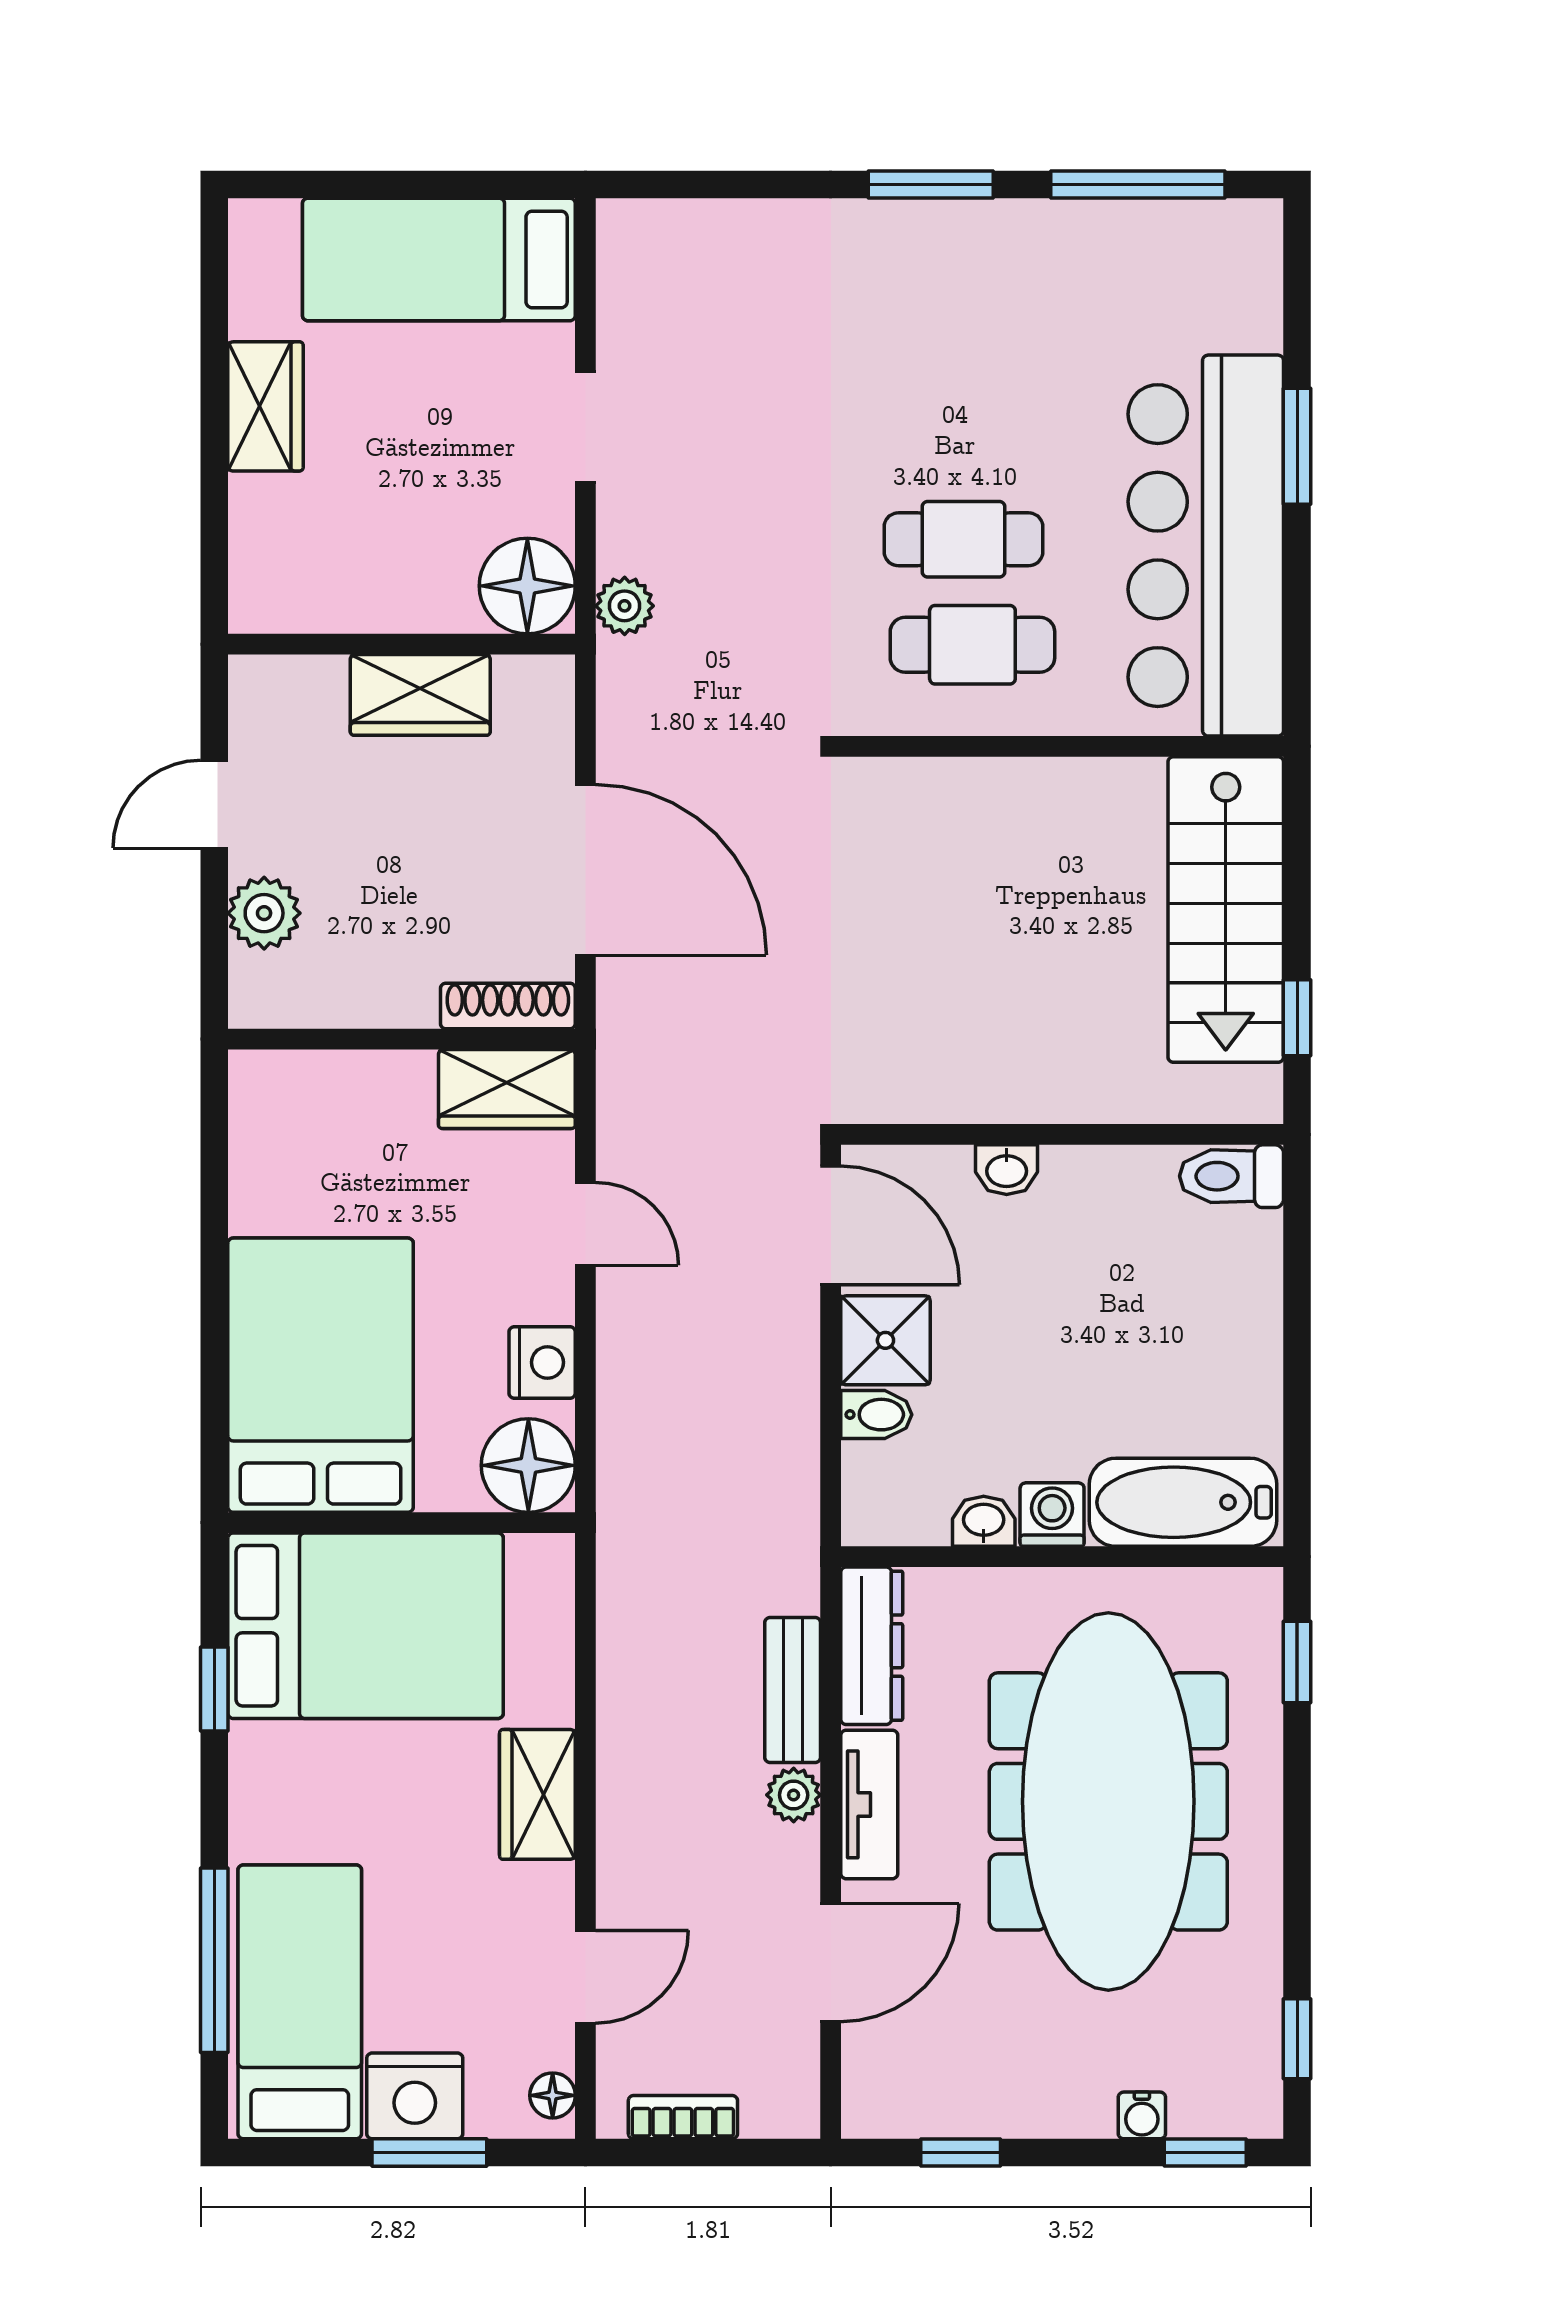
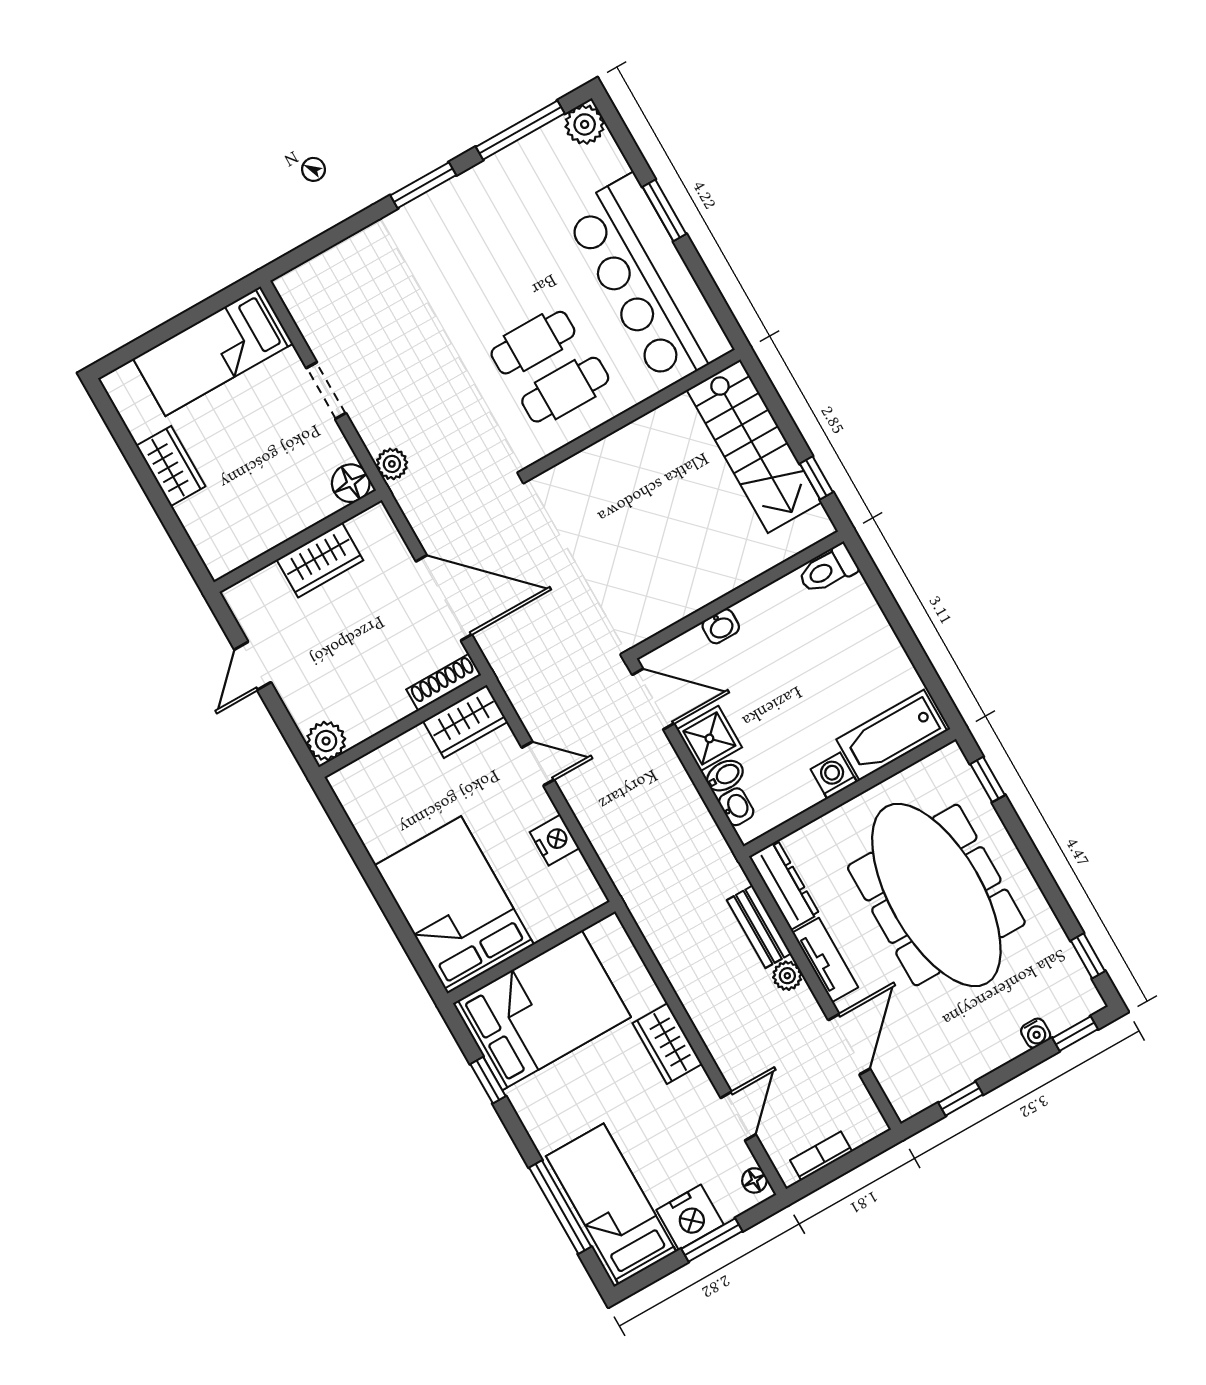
plant: (1247, 234) -> (585, 124), added
floor lamp: (527, 586) -> (351, 483), width x0.73, depth x0.73
plant: (264, 913) -> (326, 741), moved
floor lamp: (528, 1465) -> (575, 892), removed
washbasin: (984, 1521) -> (736, 807), moved, turned 90

